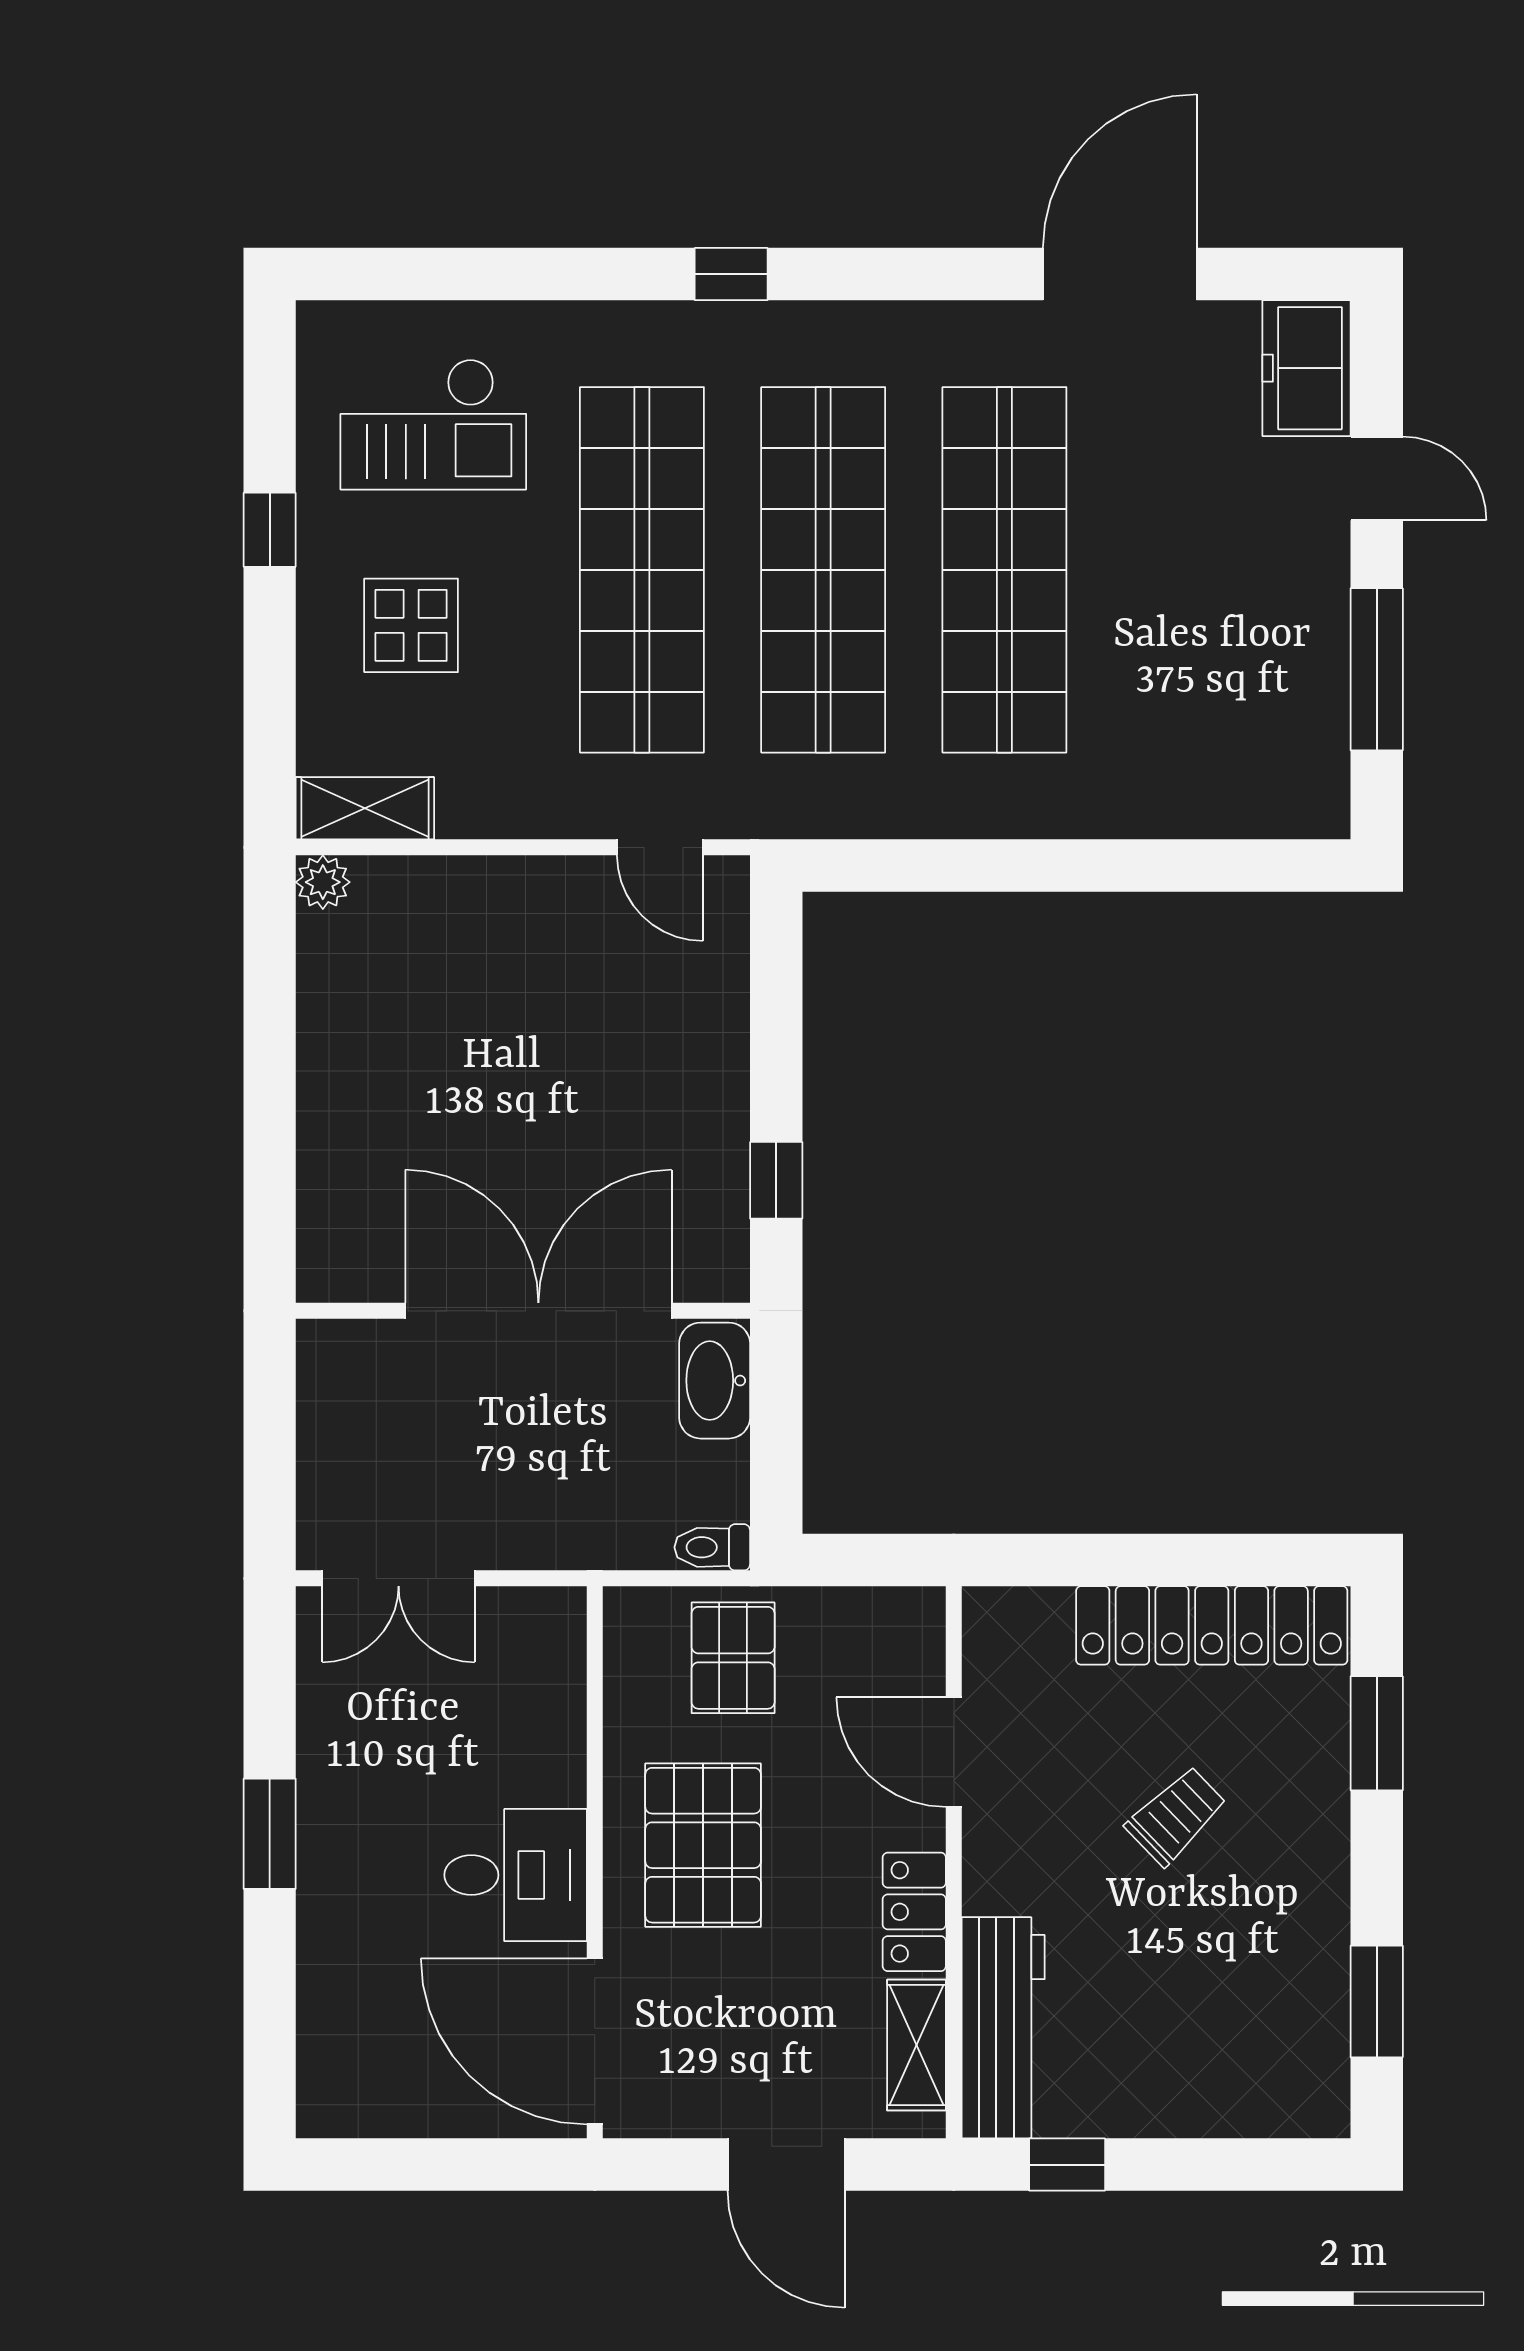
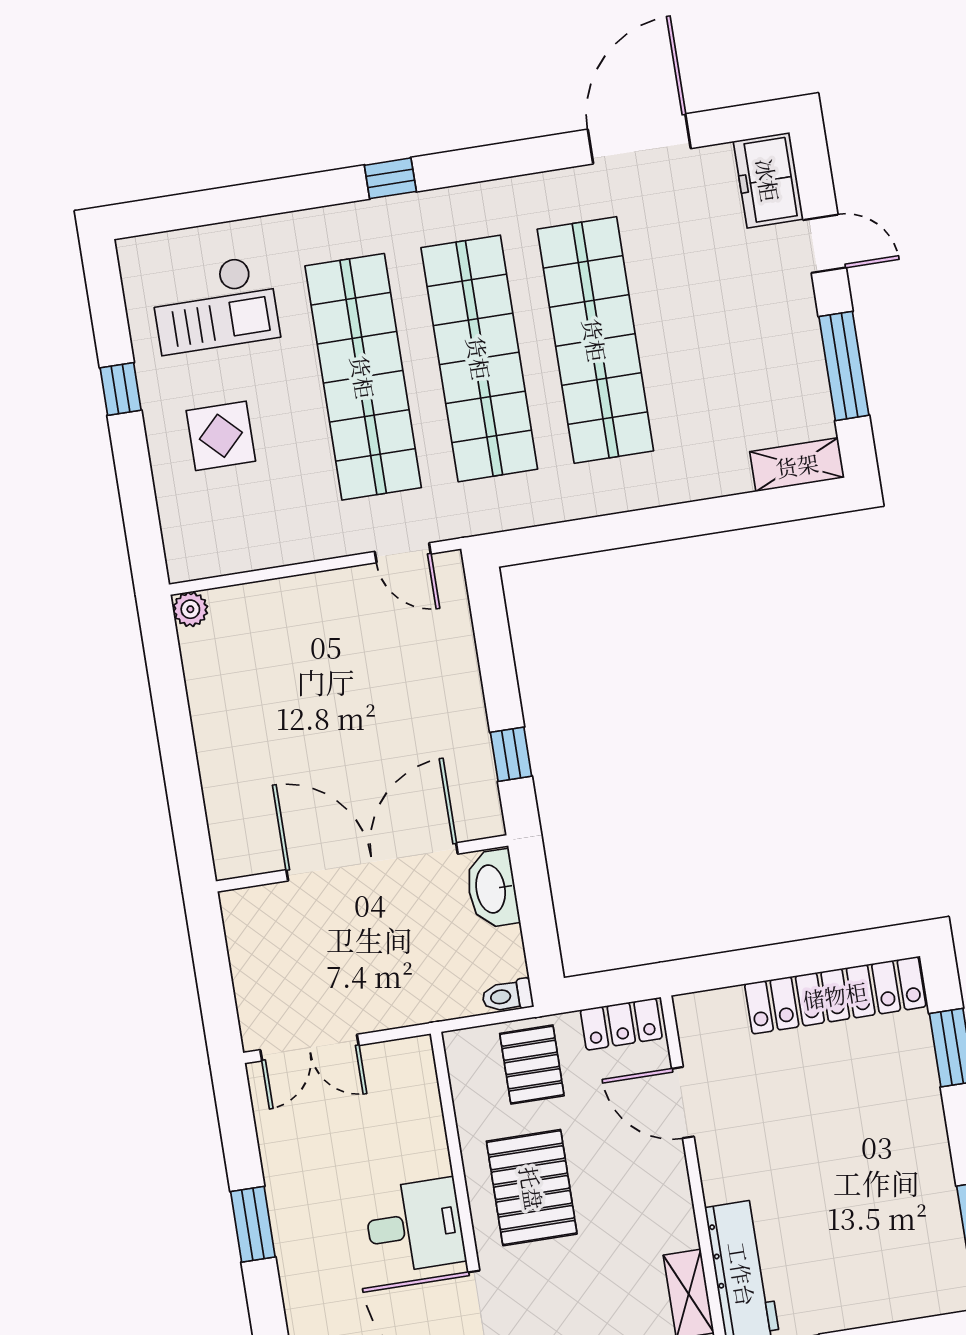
shelving: (365, 808) -> (797, 465), moved
trolley: (1176, 1816) -> (832, 1121), removed
locker: (914, 1912) -> (621, 1024), moved, turned -90

